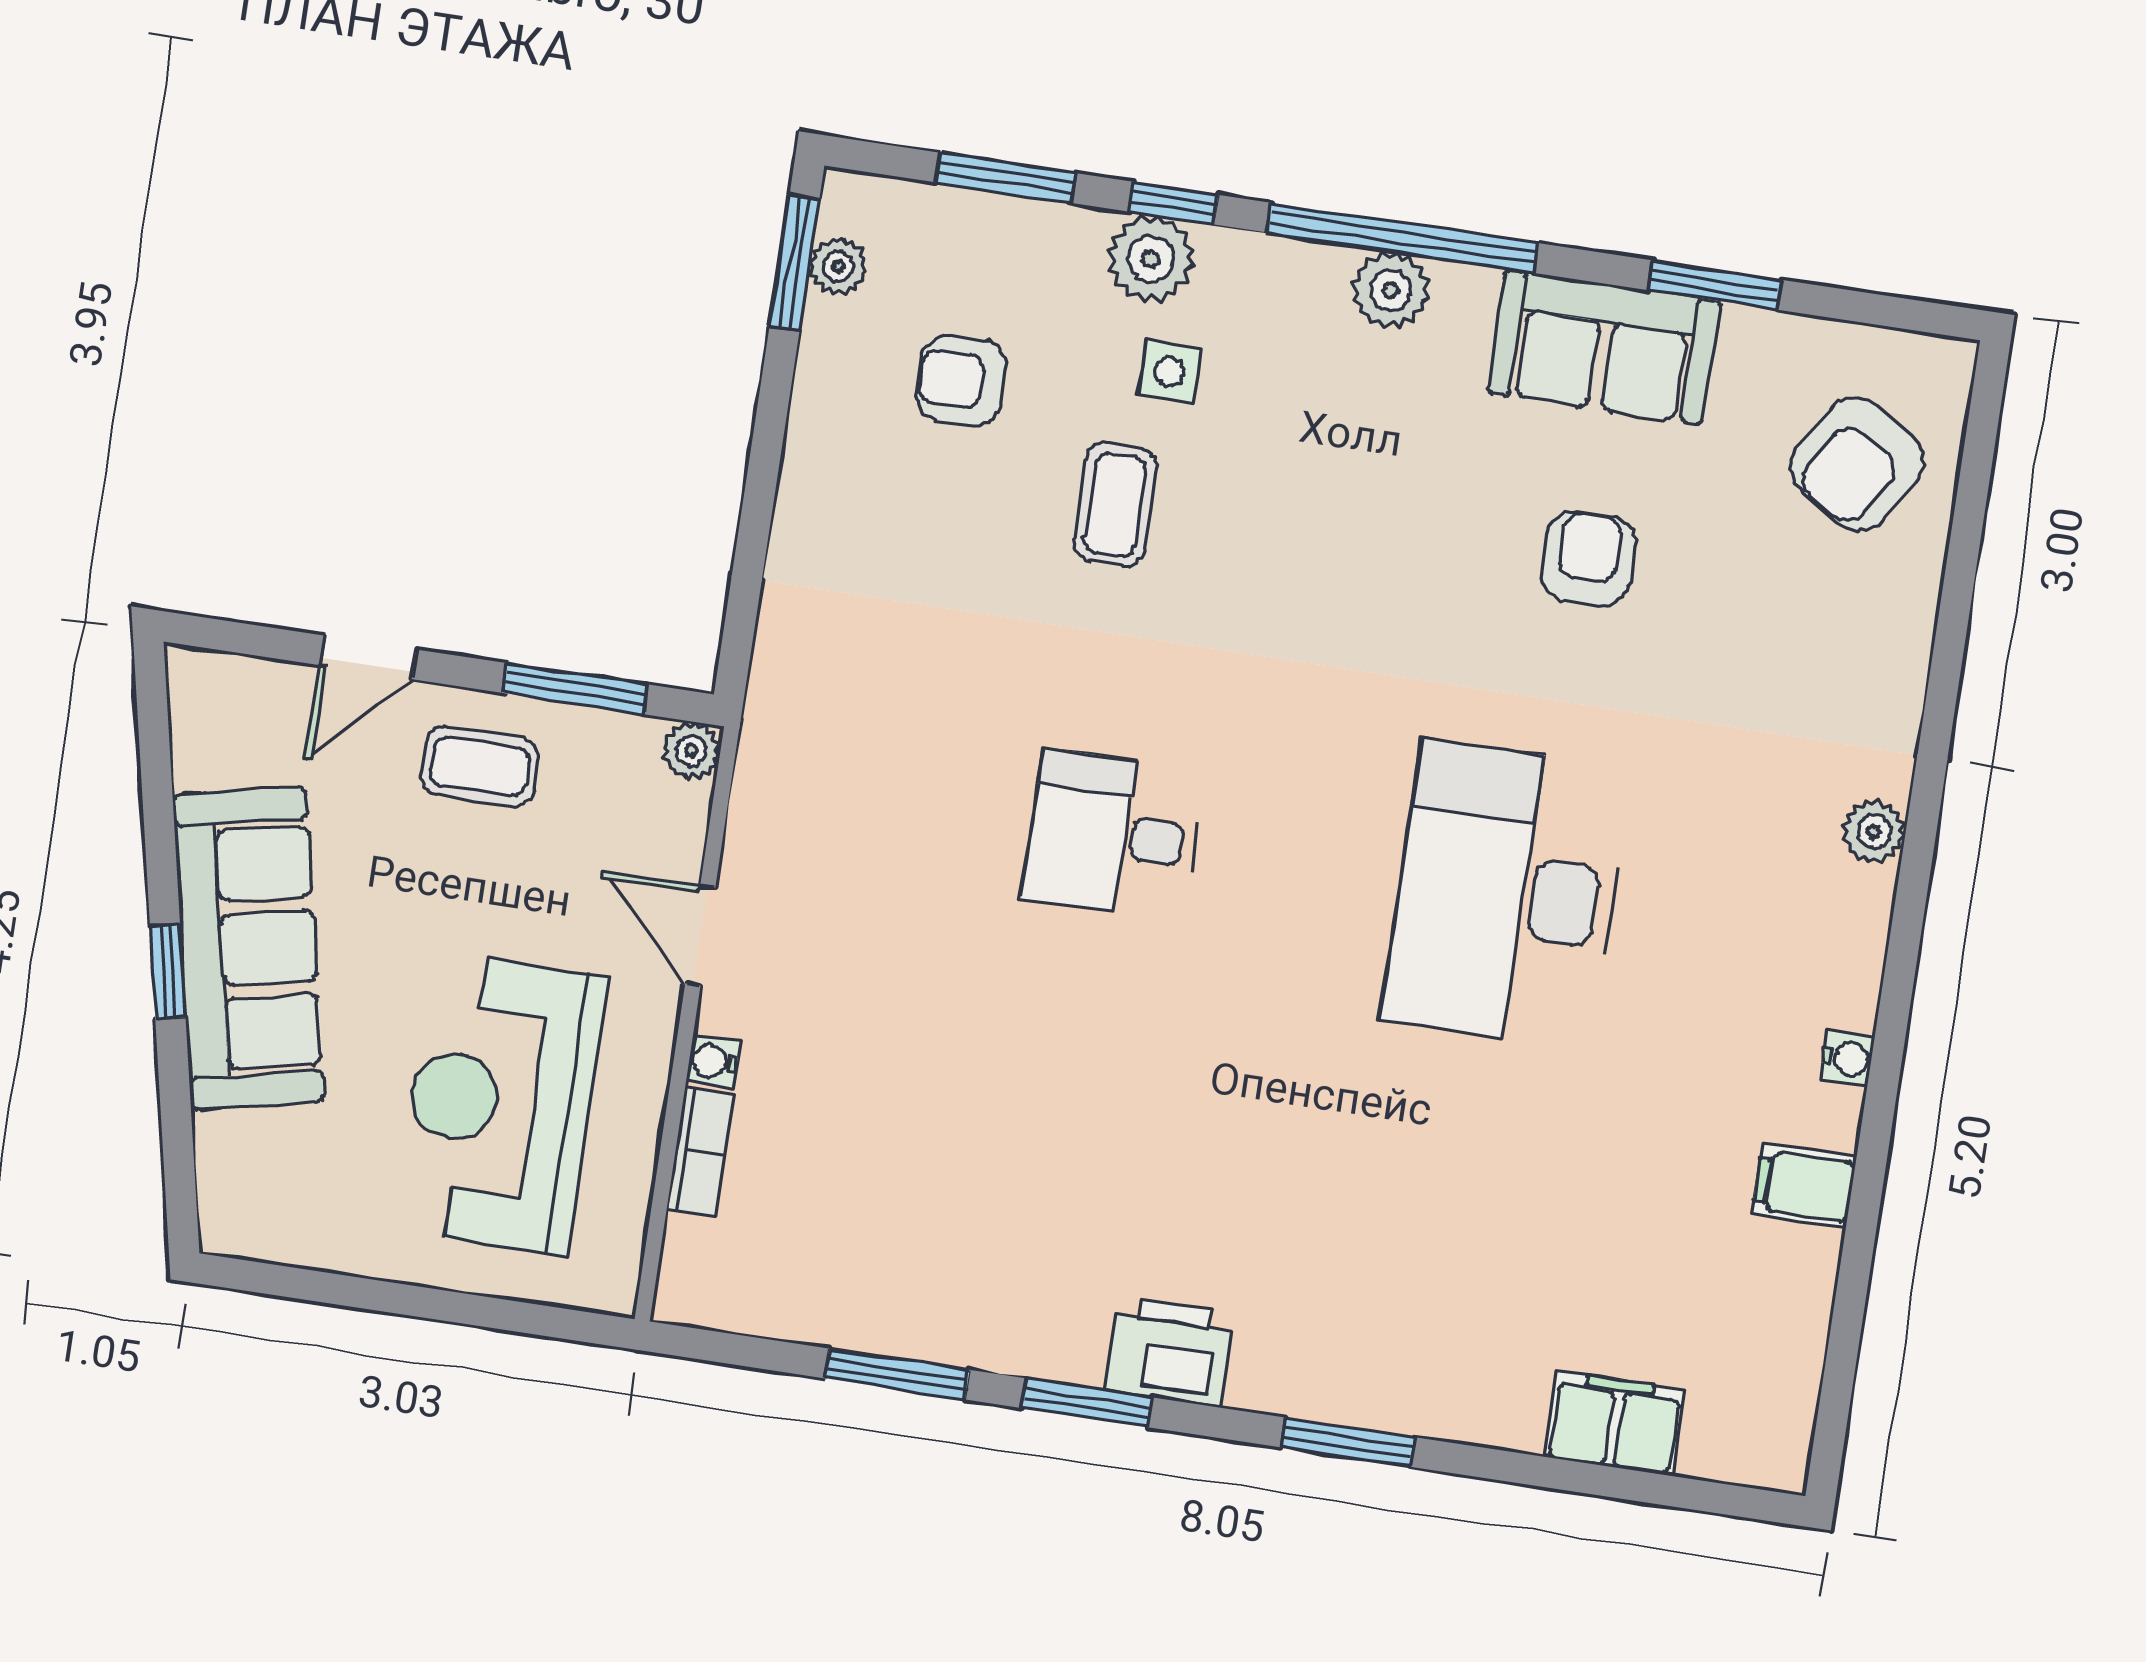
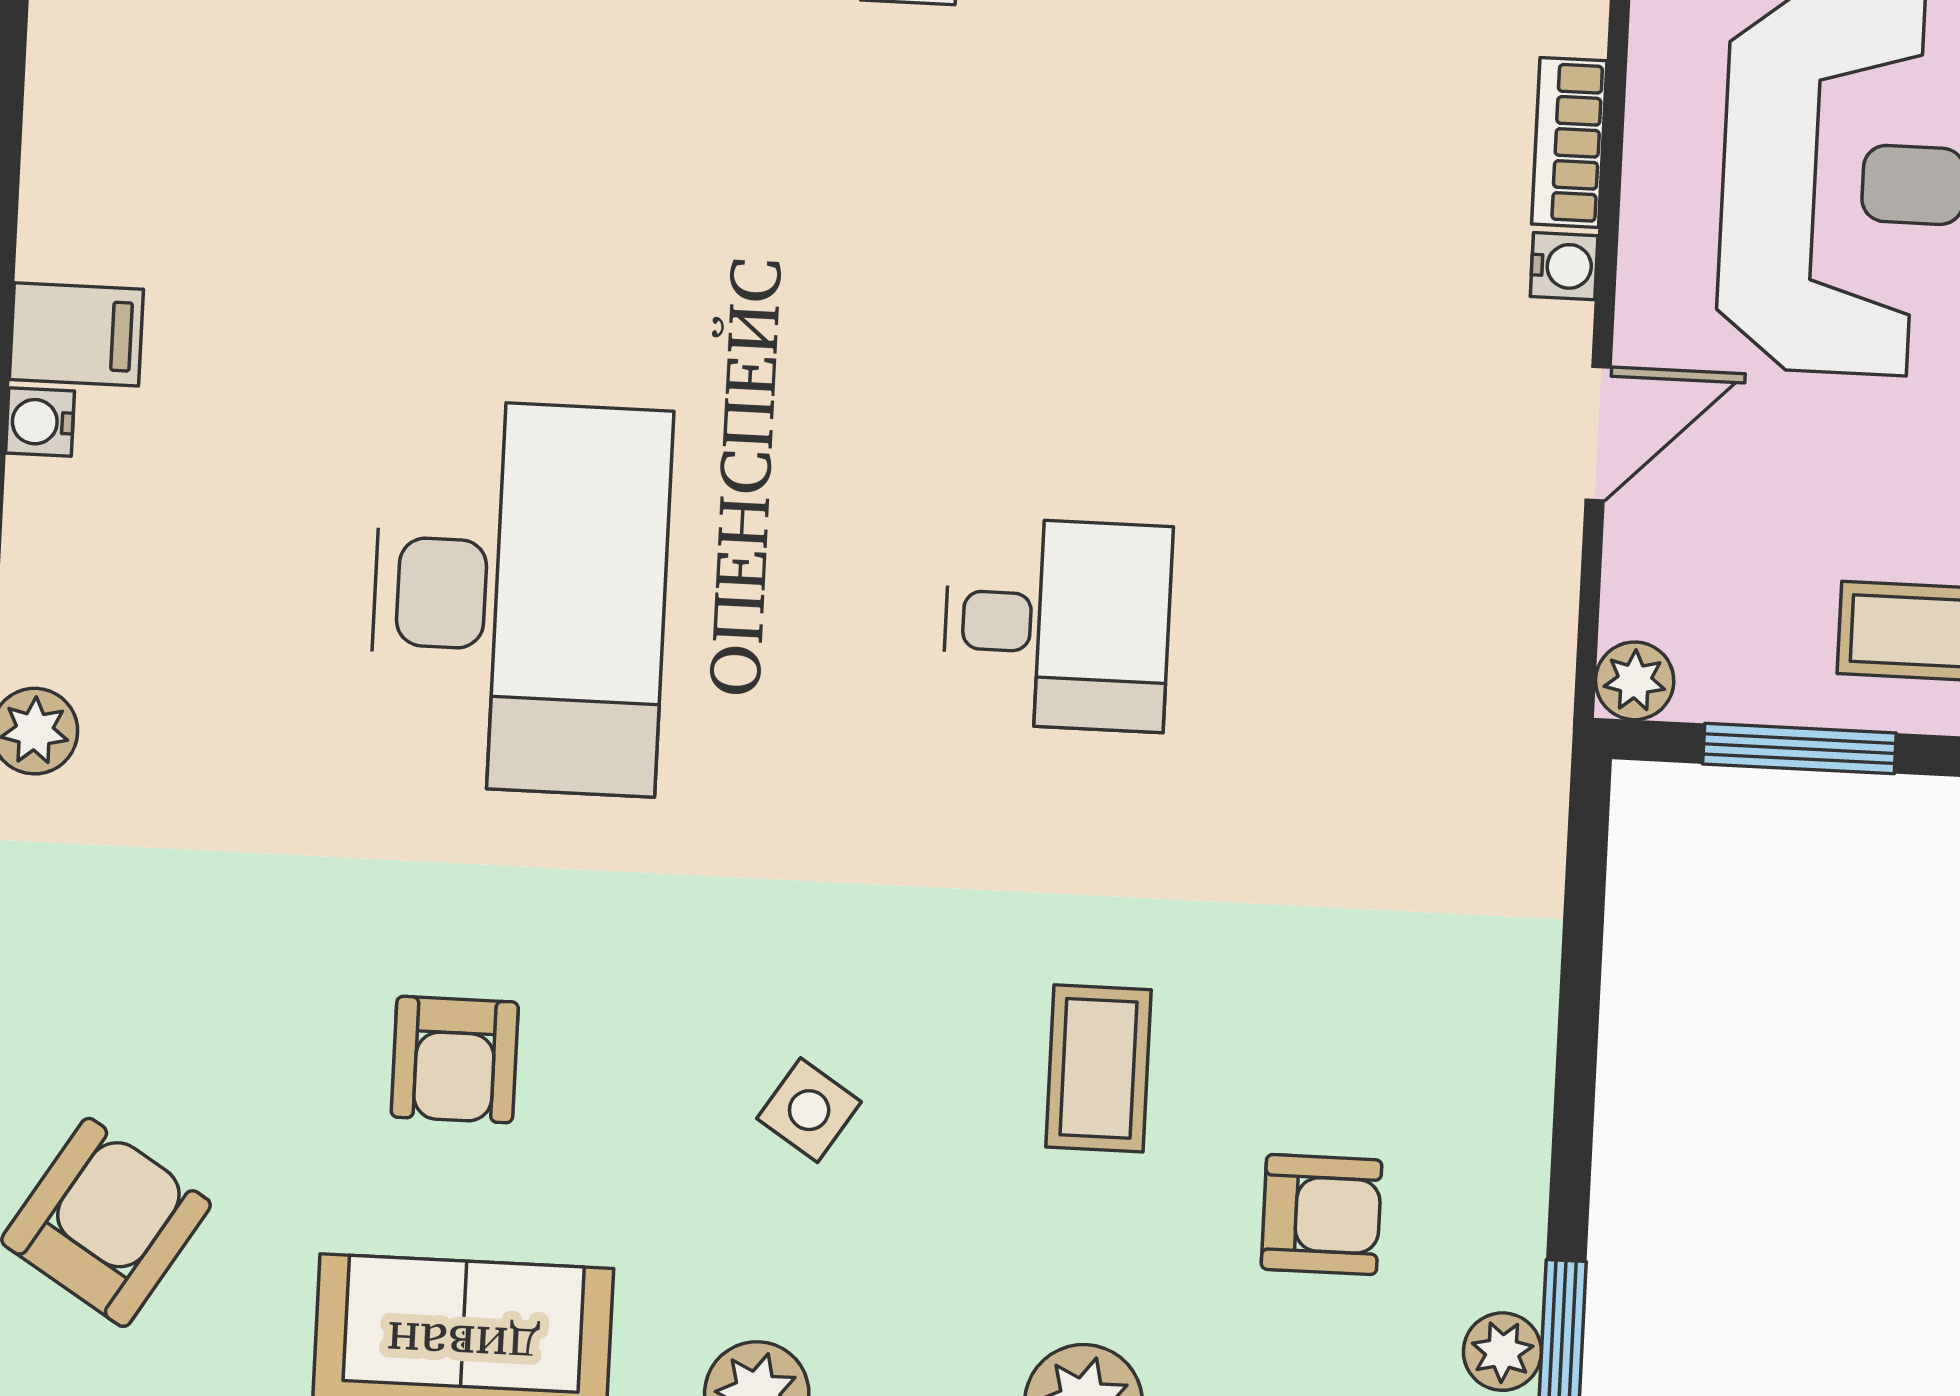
side table: (1169, 371) -> (809, 1110), moved, turned 33
door: (700, 936) -> (1598, 434), hinge flipped
filing cabinet: (1804, 1186) -> (76, 334), moved

